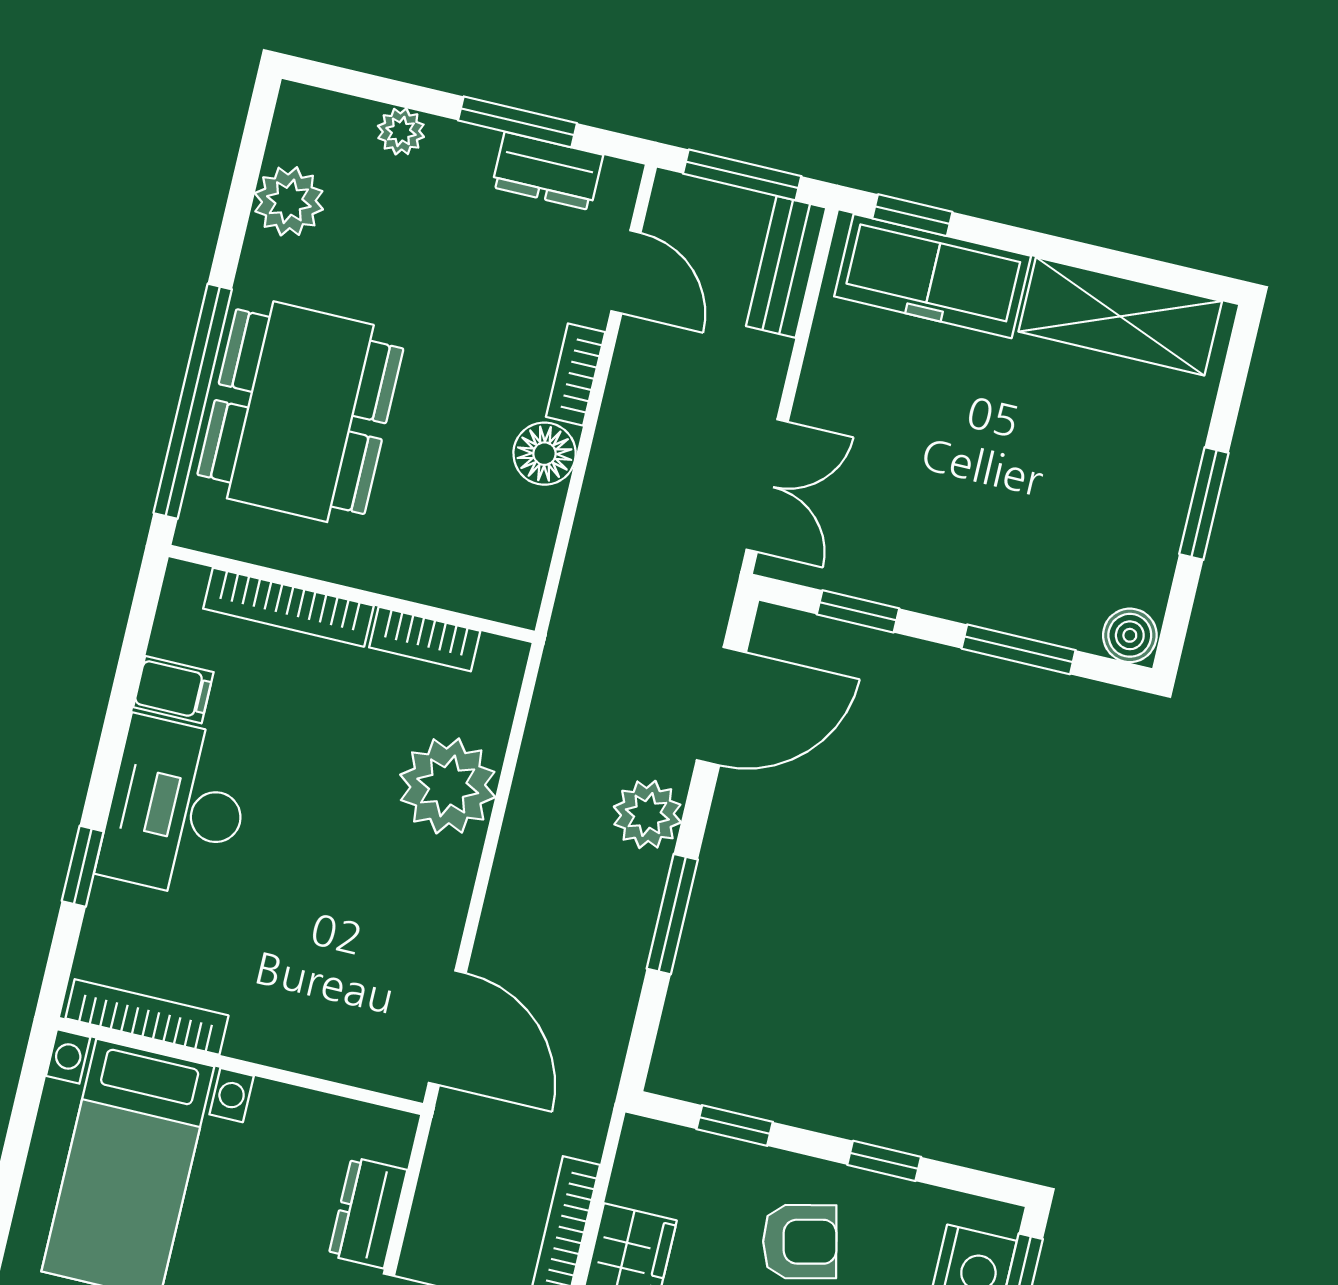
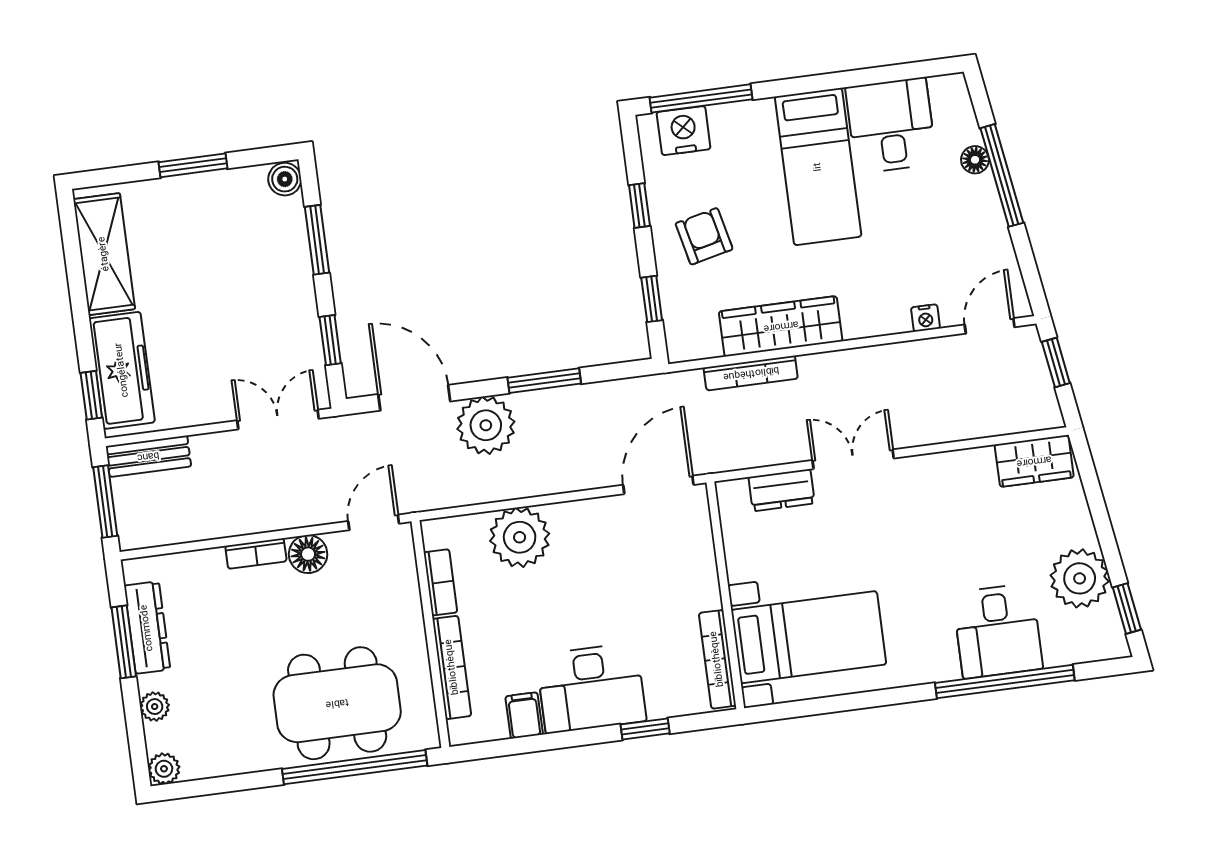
dresser: (547, 171) -> (147, 628), width x1.44
plant: (289, 201) -> (164, 769), moved, width x0.73, depth x0.73
door: (626, 272) -> (374, 522), moved
plant: (647, 814) -> (486, 425), width x1.36, depth x1.36

